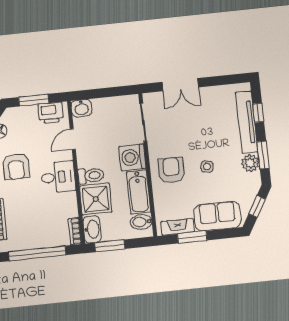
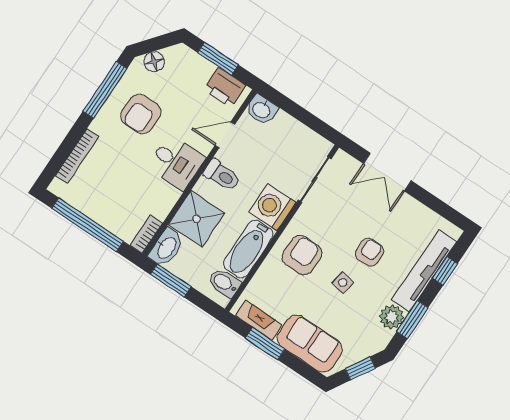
armchair: (208, 137) -> (369, 252), added
toilet: (91, 176) -> (222, 175), moved

